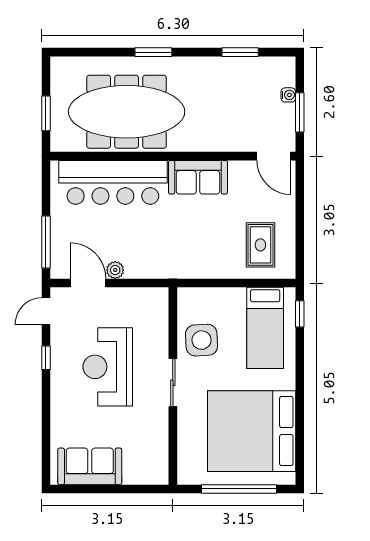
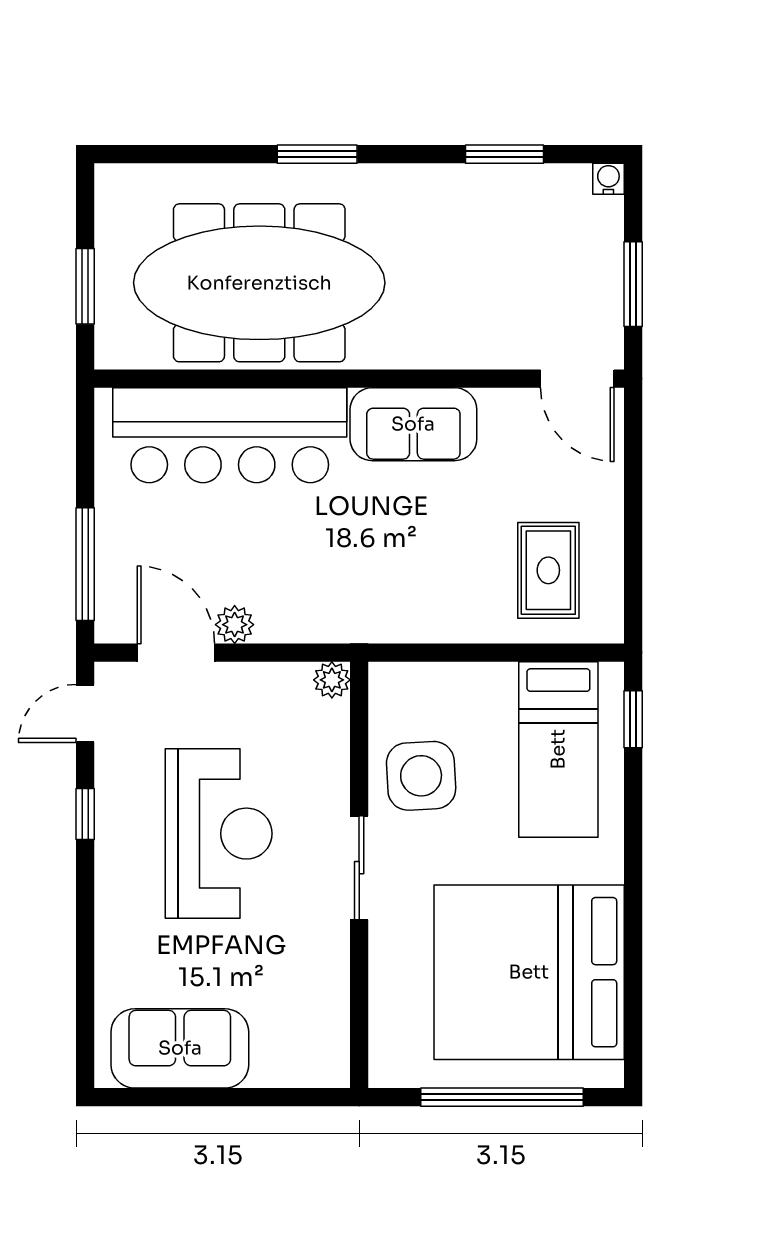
water cooler: (288, 95) -> (608, 179), moved, turned -90
plant: (160, 296) -> (332, 680), added
reception desk: (108, 367) -> (219, 834), turned 180

